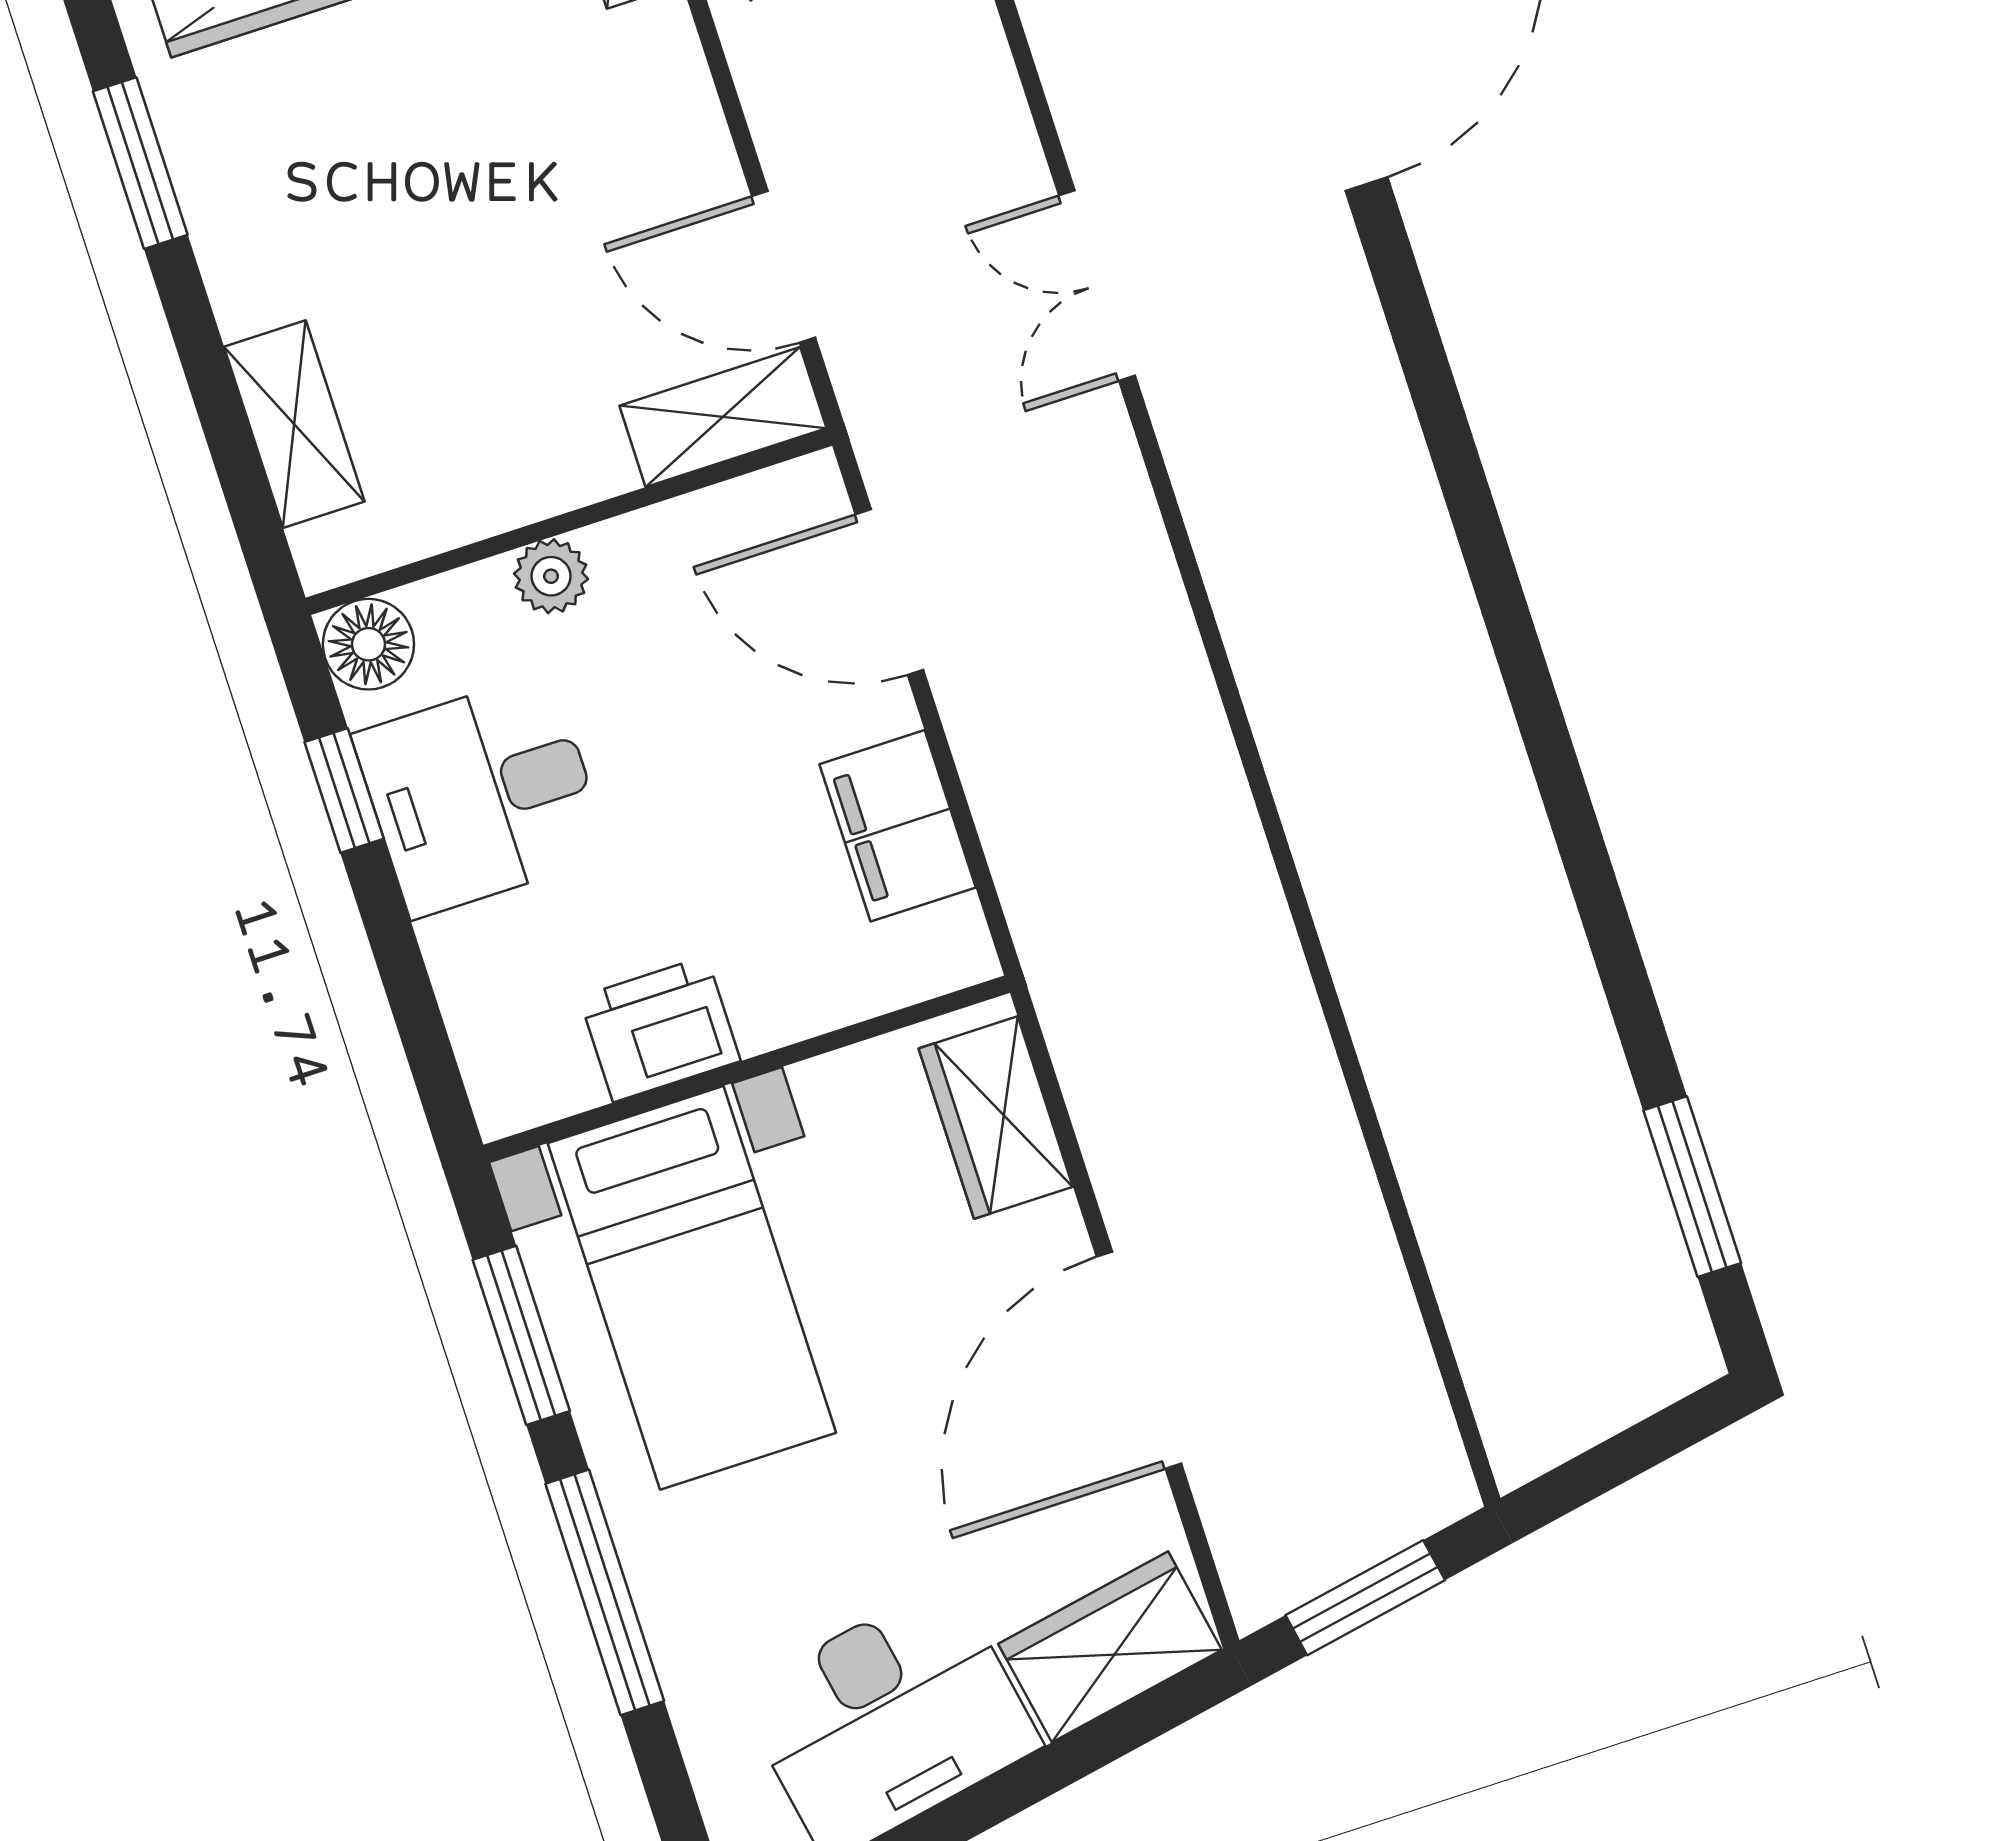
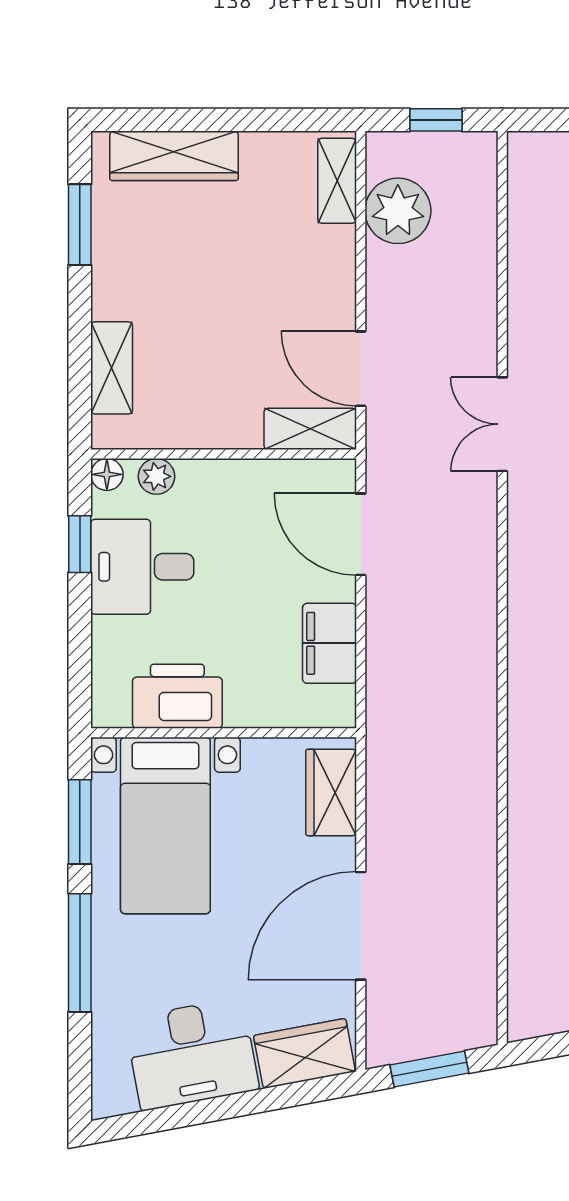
plant: (551, 576) -> (156, 476), moved
floor lamp: (368, 644) -> (107, 474), width x0.73, depth x0.73
printer: (660, 1029) -> (177, 696), width x1.37, depth x1.19

